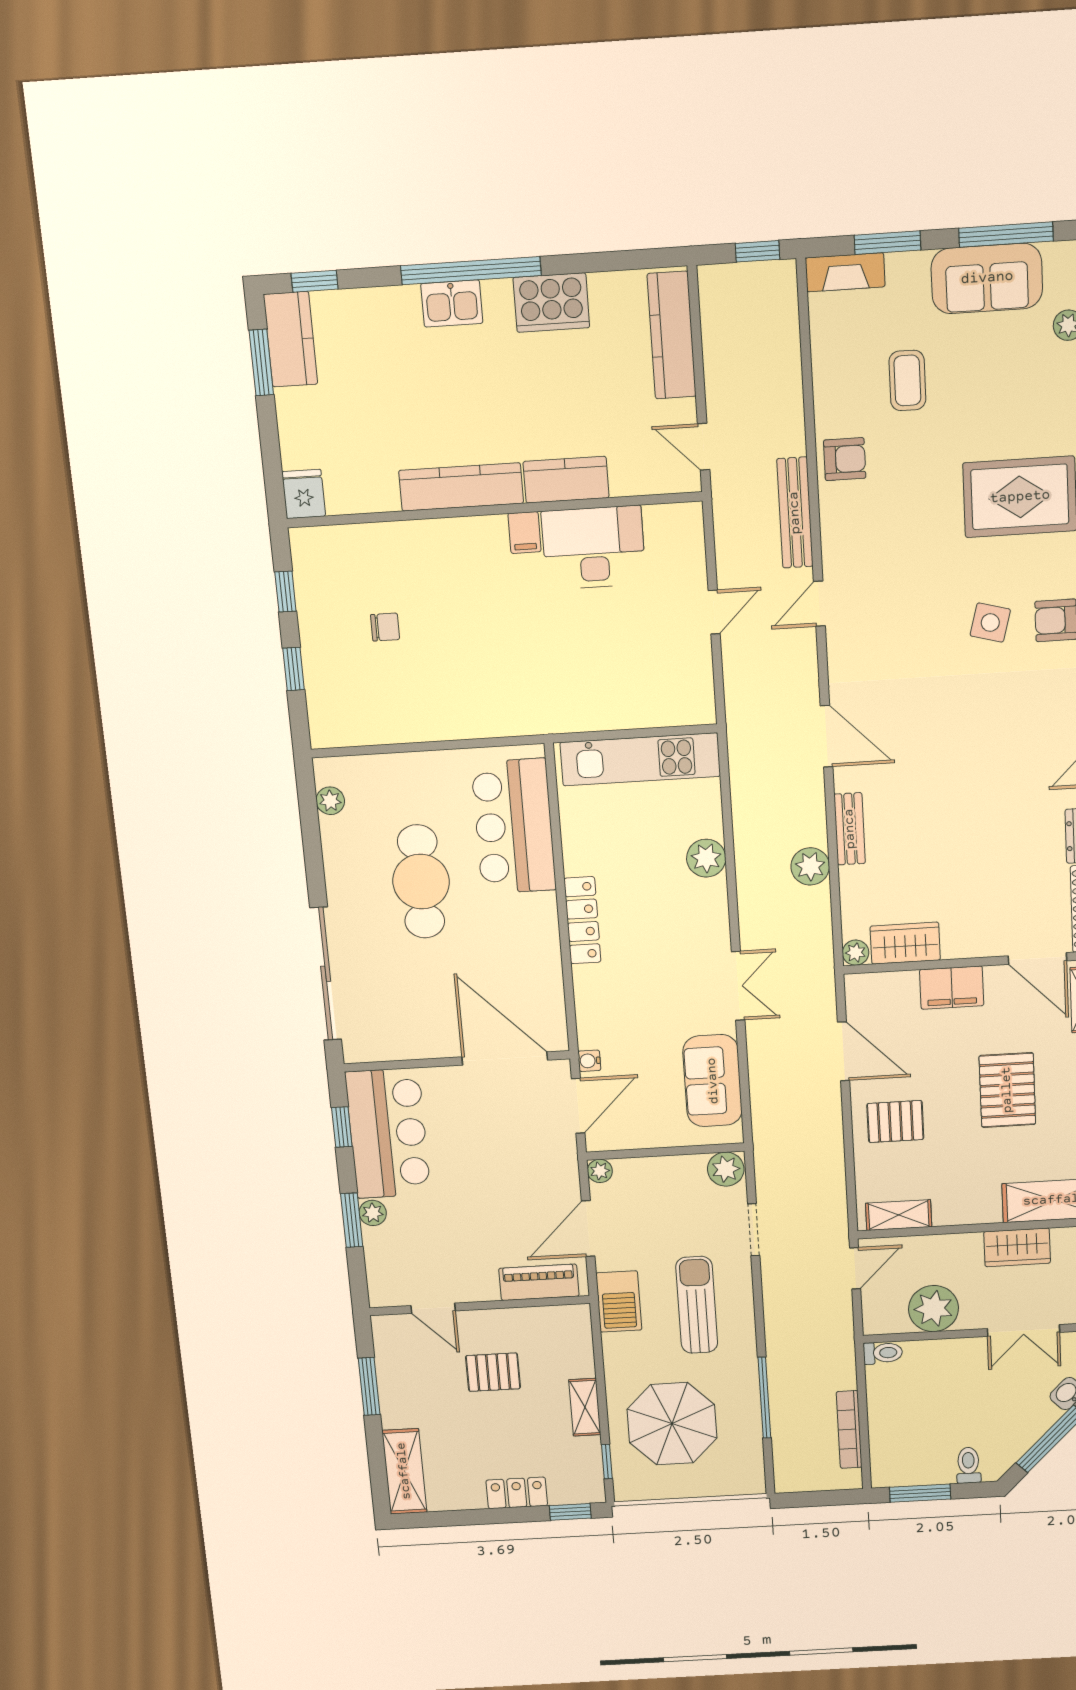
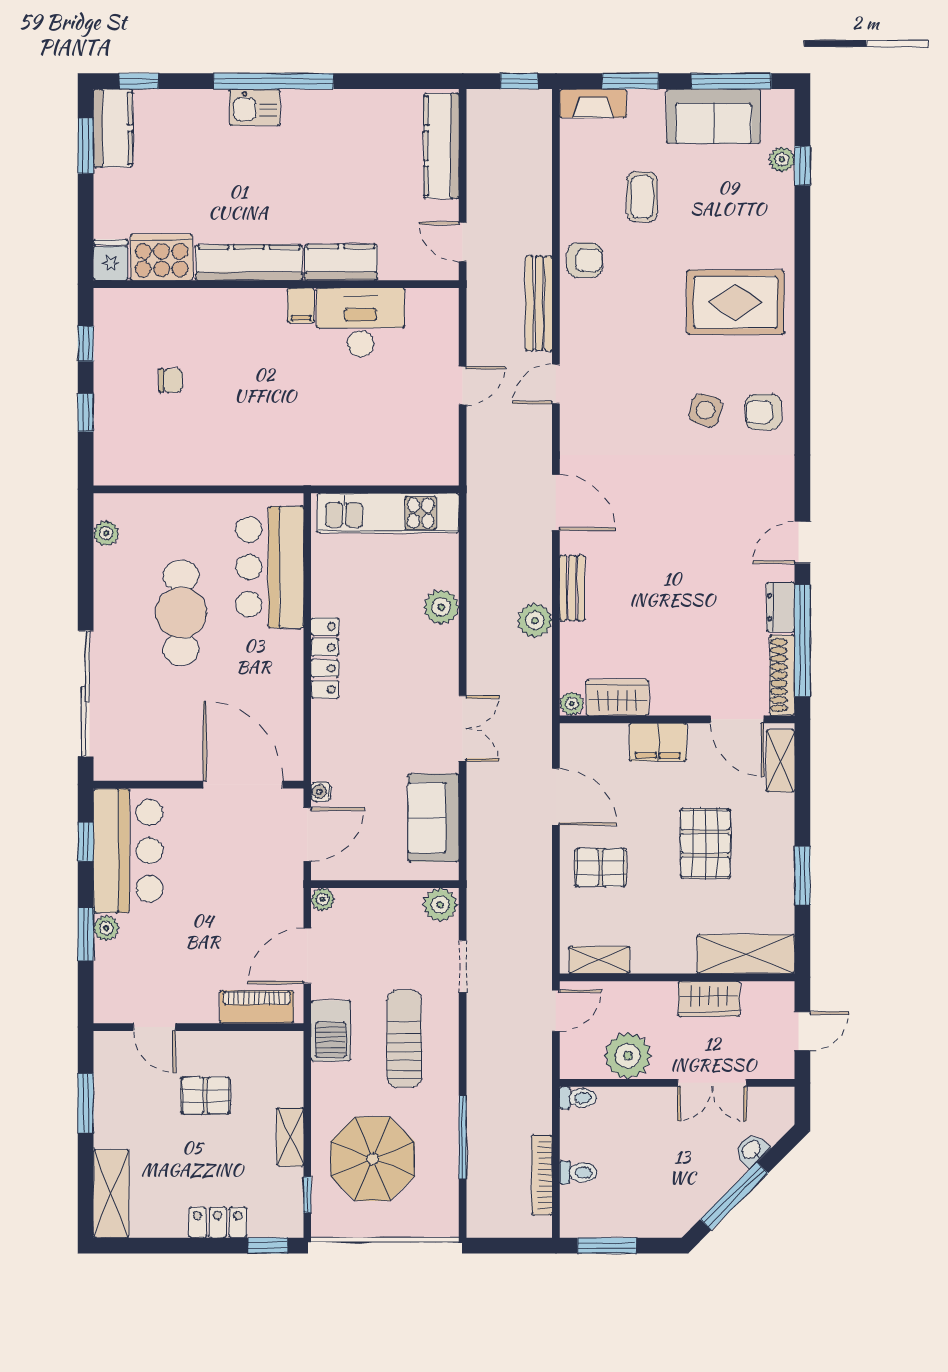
cooker: (551, 303) -> (162, 257), moved, turned 180
toilet: (968, 1465) -> (578, 1173), moved, turned 90

